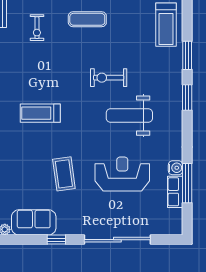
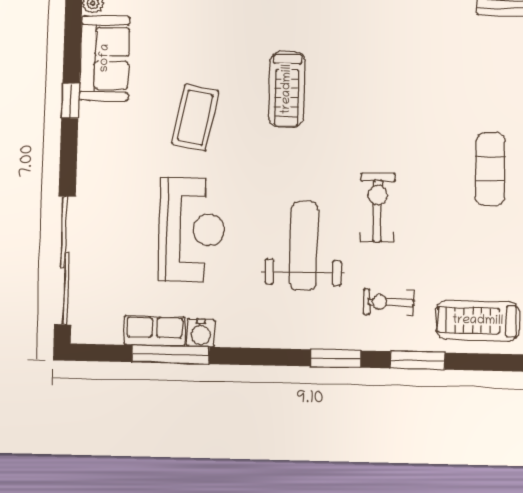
exercise bike: (37, 28) -> (389, 302), moved
treadmill: (40, 113) -> (287, 89), moved, turned 180
coffee table: (64, 174) -> (195, 118), turned -71
sliding door: (117, 240) -> (65, 260), moved

